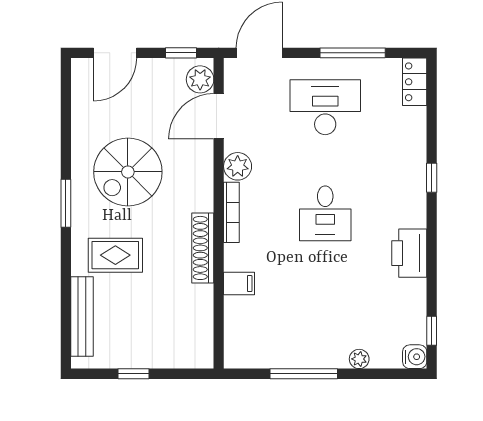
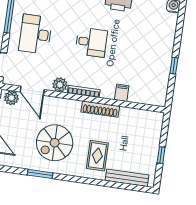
spiral stairs: (128, 172) -> (55, 143), turned 90
window: (66, 203) -> (40, 174), moved
plant: (359, 359) -> (170, 35), removed
window: (304, 374) -> (174, 66), width x0.46

